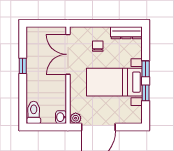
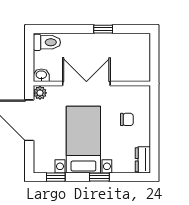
dresser: (126, 33) -> (143, 160), width x0.70
double door: (68, 54) -> (86, 84), moved
window: (146, 93) -> (56, 177), moved

